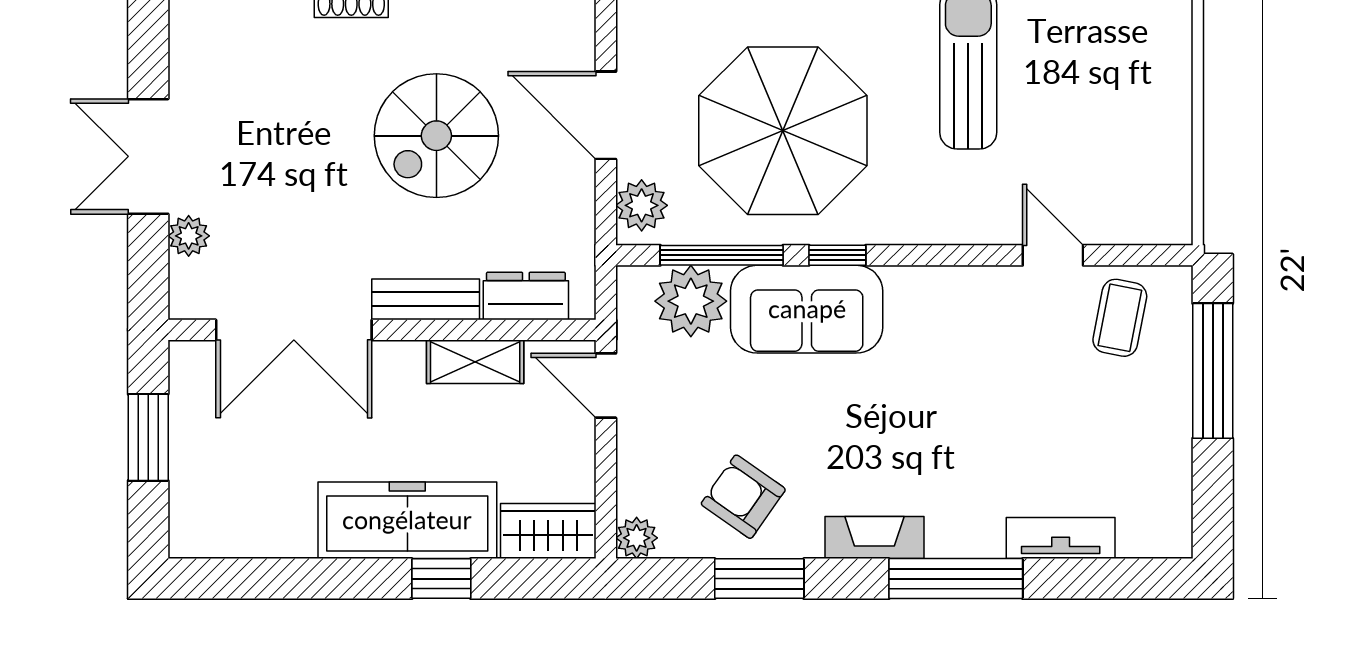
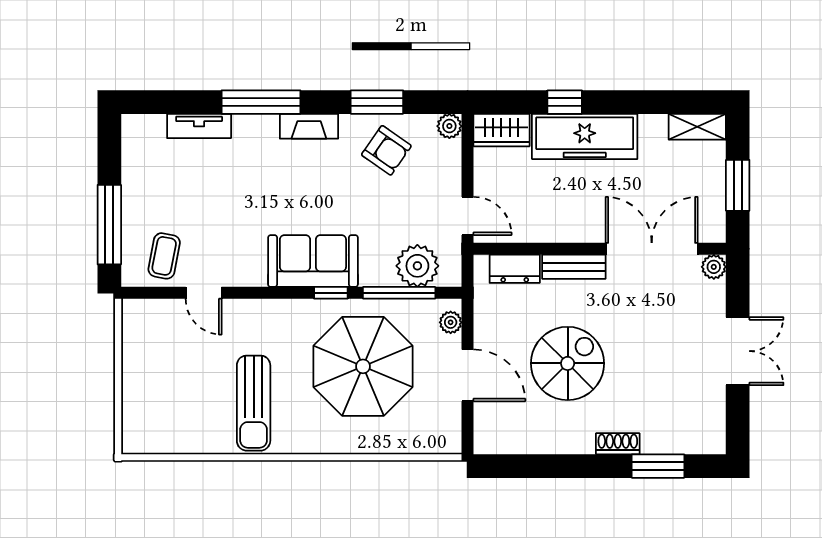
plant: (642, 205) -> (451, 322), width x0.73, depth x0.73
plant: (189, 236) -> (714, 267), moved
sofa: (807, 309) -> (313, 261), moved
shelving: (475, 362) -> (697, 127), moved

